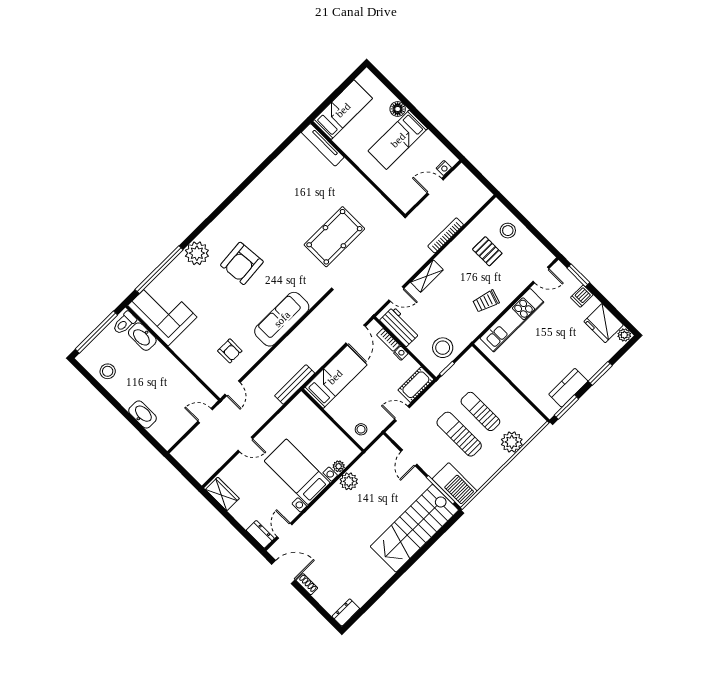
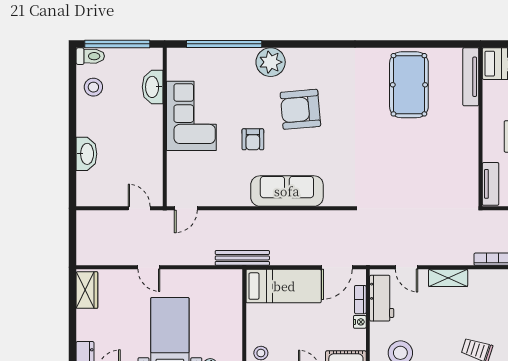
tv unit: (397, 196) -> (491, 184), added
pool table: (334, 237) -> (409, 85), moved, turned 90
corner sofa: (162, 311) -> (191, 116), moved
toilet: (124, 323) -> (90, 56), moved, turned 180
armchair: (230, 351) -> (253, 139), moved

